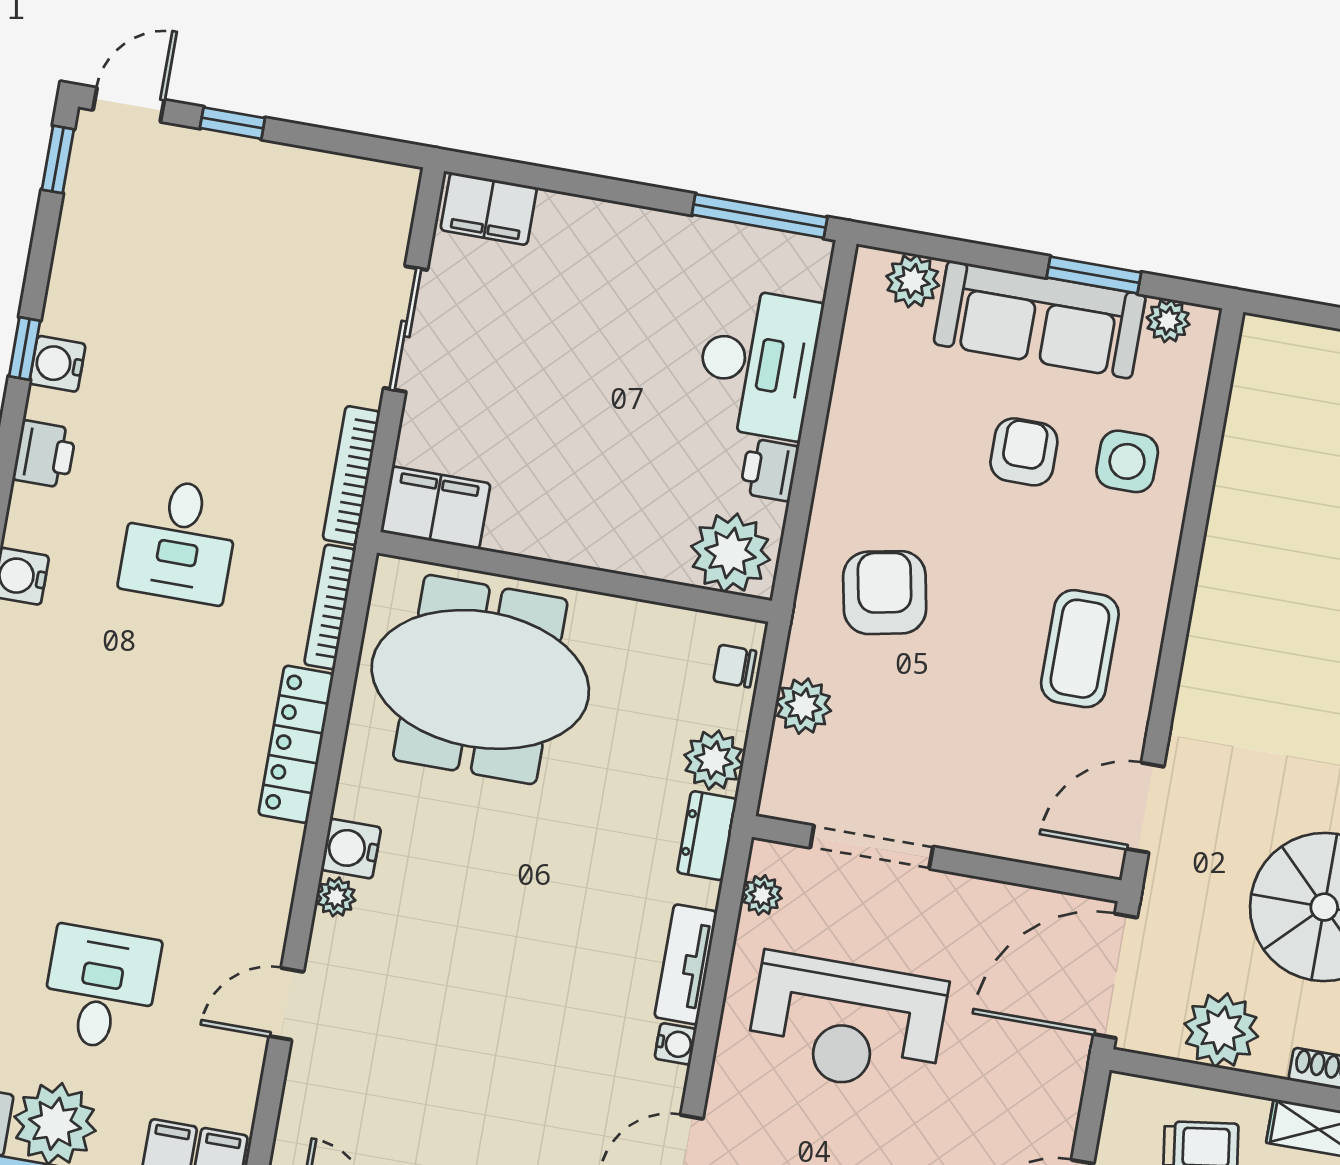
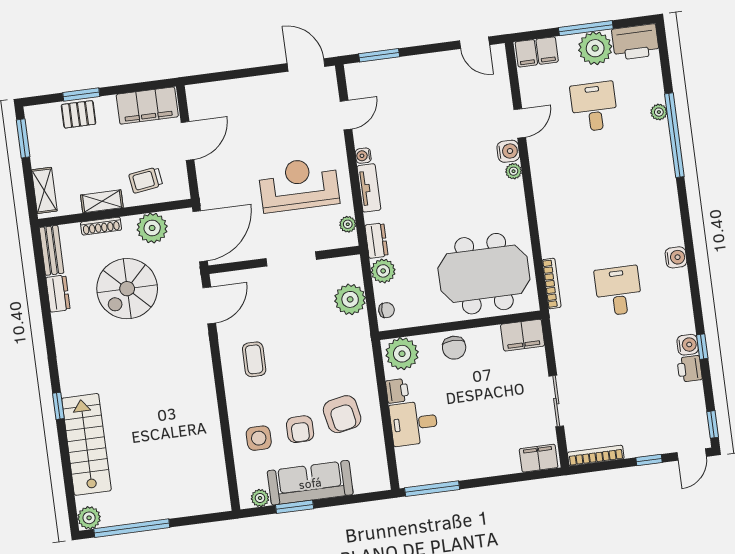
plant: (913, 281) -> (364, 482), removed
desk: (758, 363) -> (414, 423), width x0.73
printer: (44, 454) -> (690, 369), moved
bookcase: (351, 475) -> (596, 456), moved, turned -90
chair: (605, 529) -> (454, 348), added
armchair: (885, 593) -> (342, 414), moved
coffee table: (1080, 649) -> (254, 359), width x0.73, depth x0.77
plant: (803, 706) -> (350, 299), width x1.36, depth x1.36
locker: (296, 744) -> (548, 226), removed
doorway: (872, 847) -> (291, 259), moved
water cooler: (351, 849) -> (508, 151), moved
desk: (100, 988) -> (594, 107), turned 180

